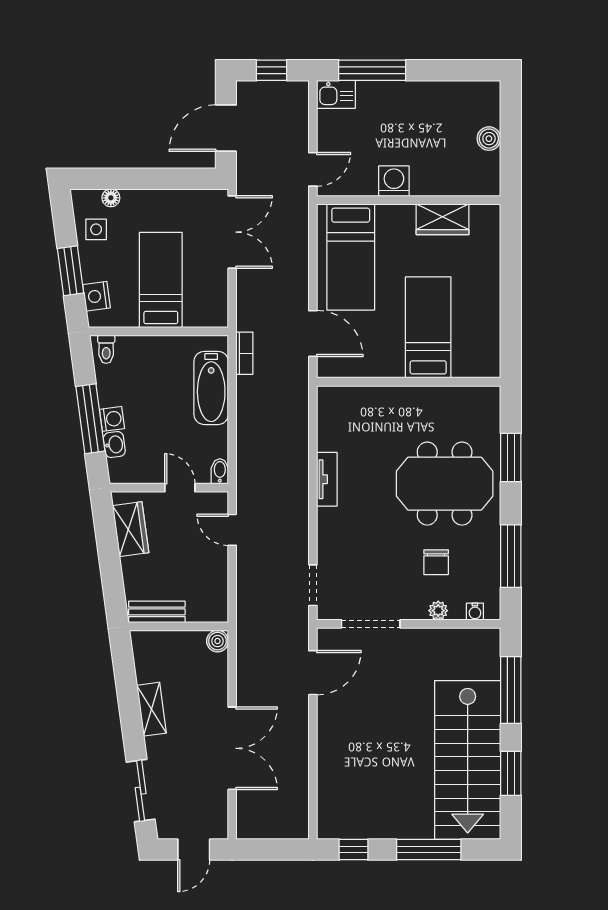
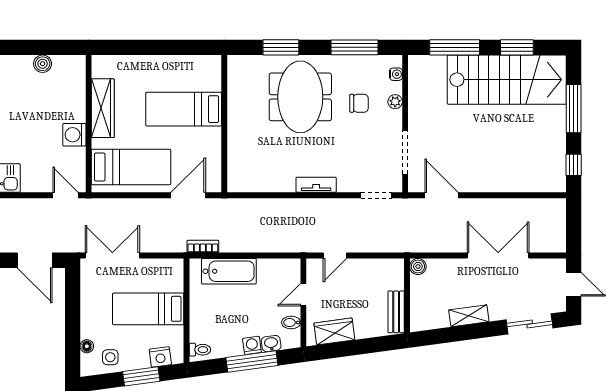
wardrobe: (443, 219) -> (103, 108), width x1.50
bidet: (220, 471) -> (291, 322), moved
tv unit: (327, 479) -> (316, 185), moved

